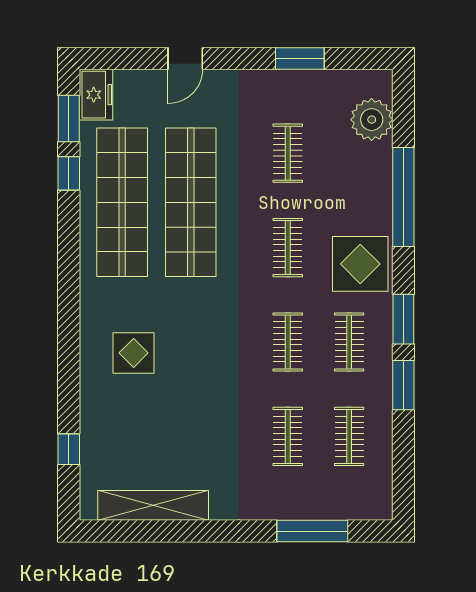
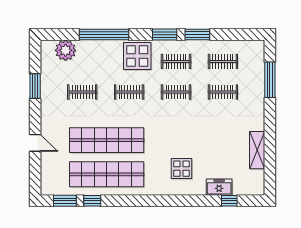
freezer: (96, 95) -> (219, 187), moved
shelving: (153, 505) -> (257, 150), width x0.68

